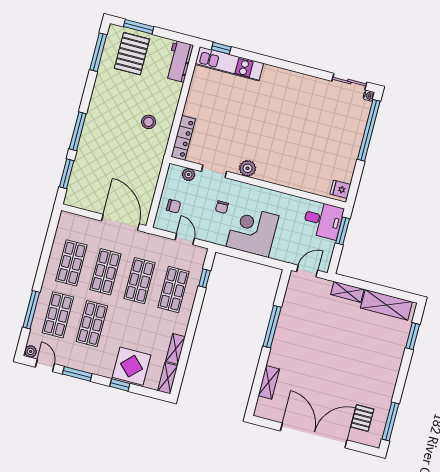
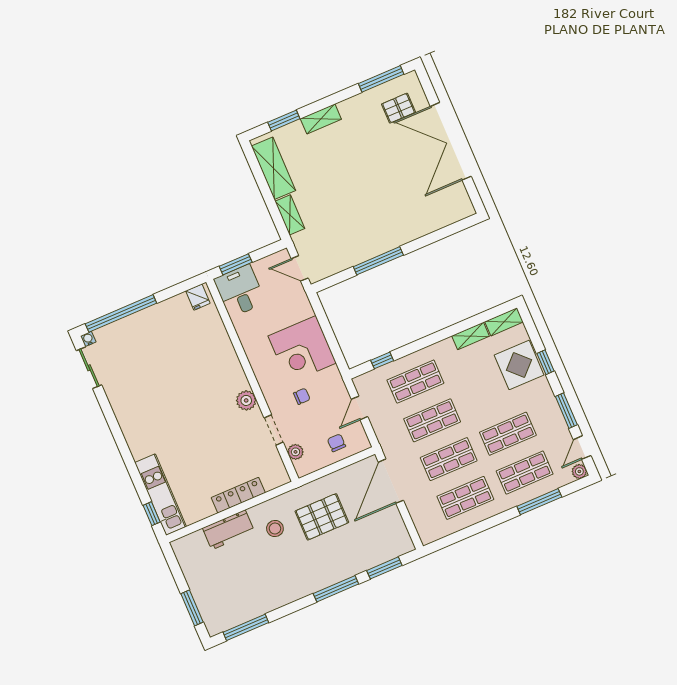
pallet: (132, 54) -> (322, 517), moved
workbench: (179, 61) -> (228, 530), moved
locker: (183, 138) -> (238, 495), moved
shelving: (269, 382) -> (321, 119), moved

